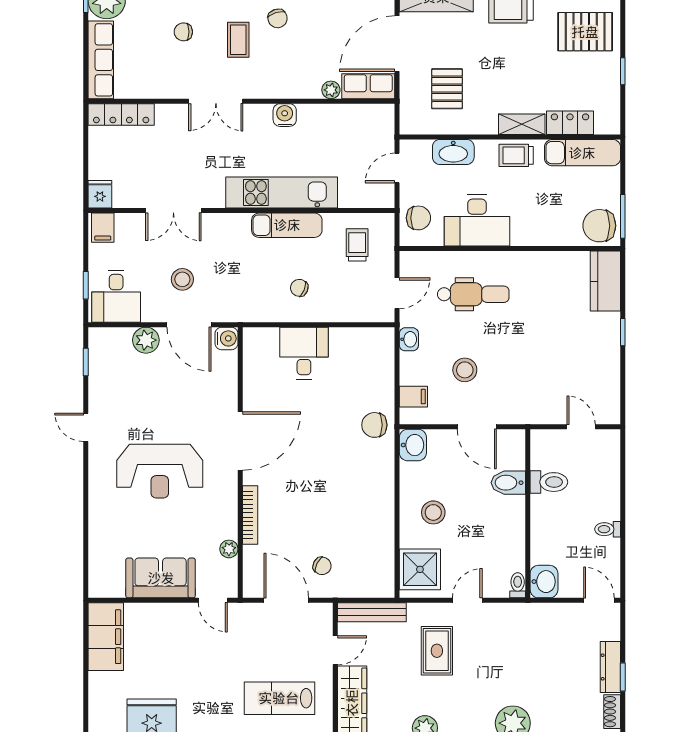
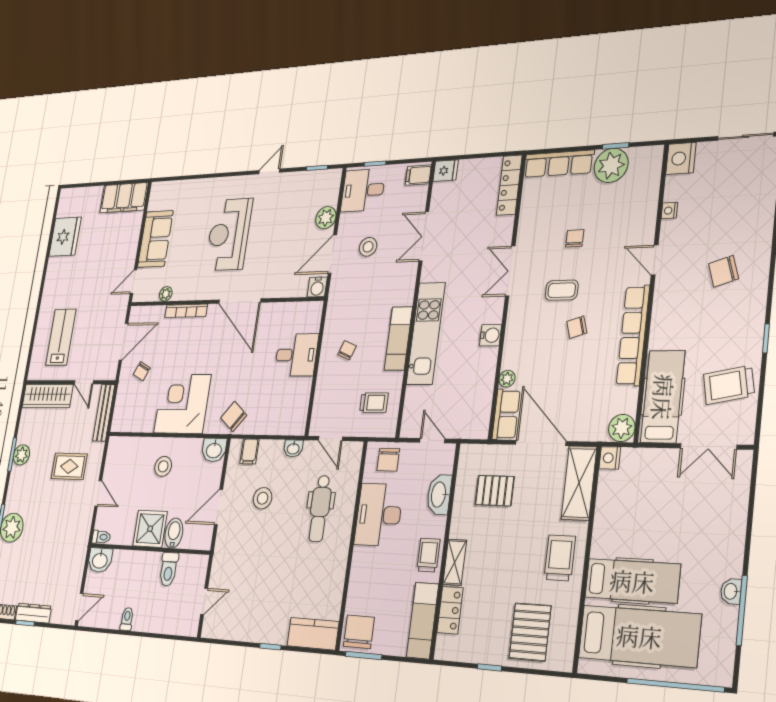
chair: (374, 425) -> (234, 417), turned -51
corner desk: (360, 499) -> (182, 404), added
shower: (420, 569) -> (150, 529), moved

